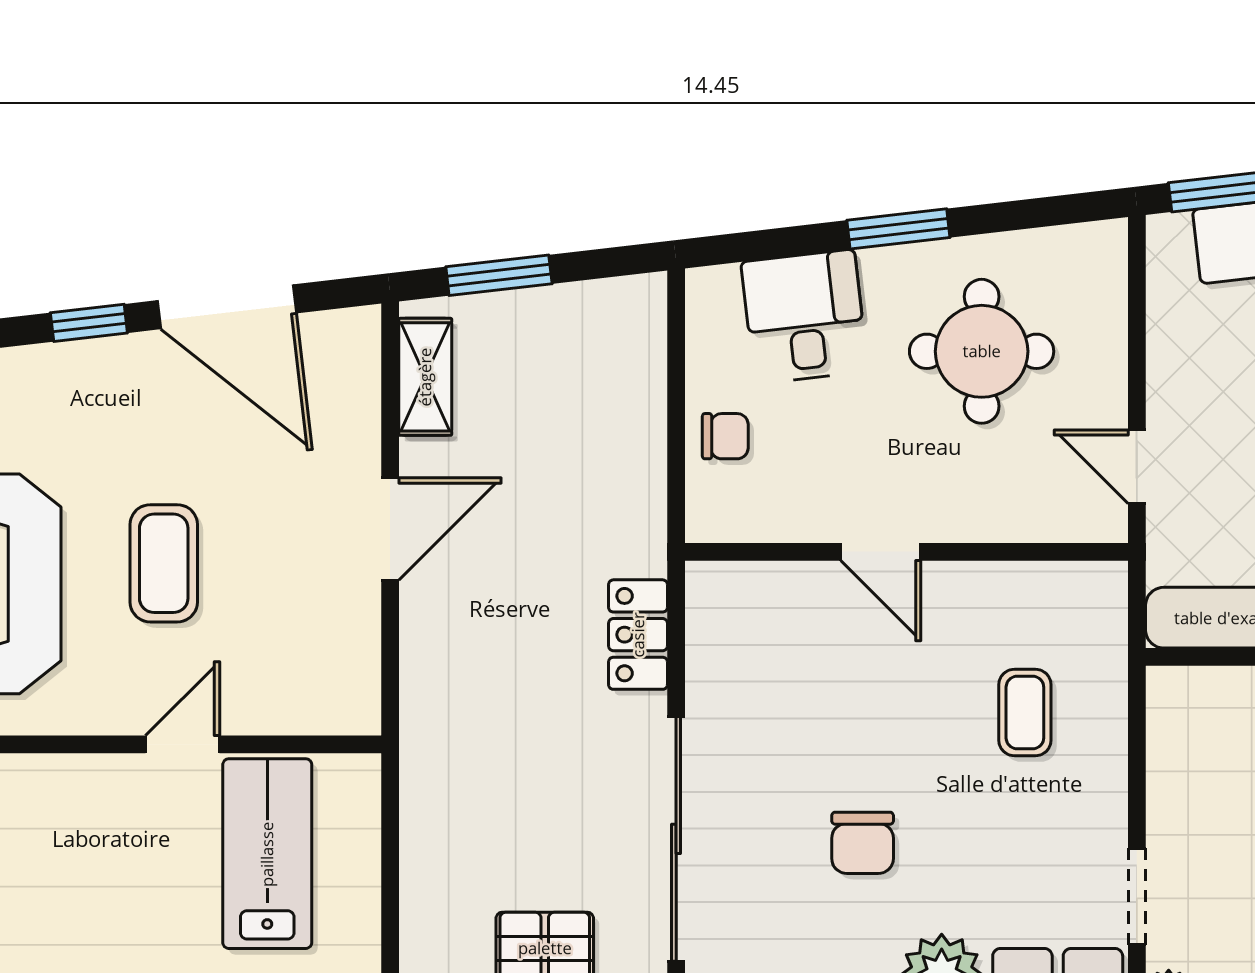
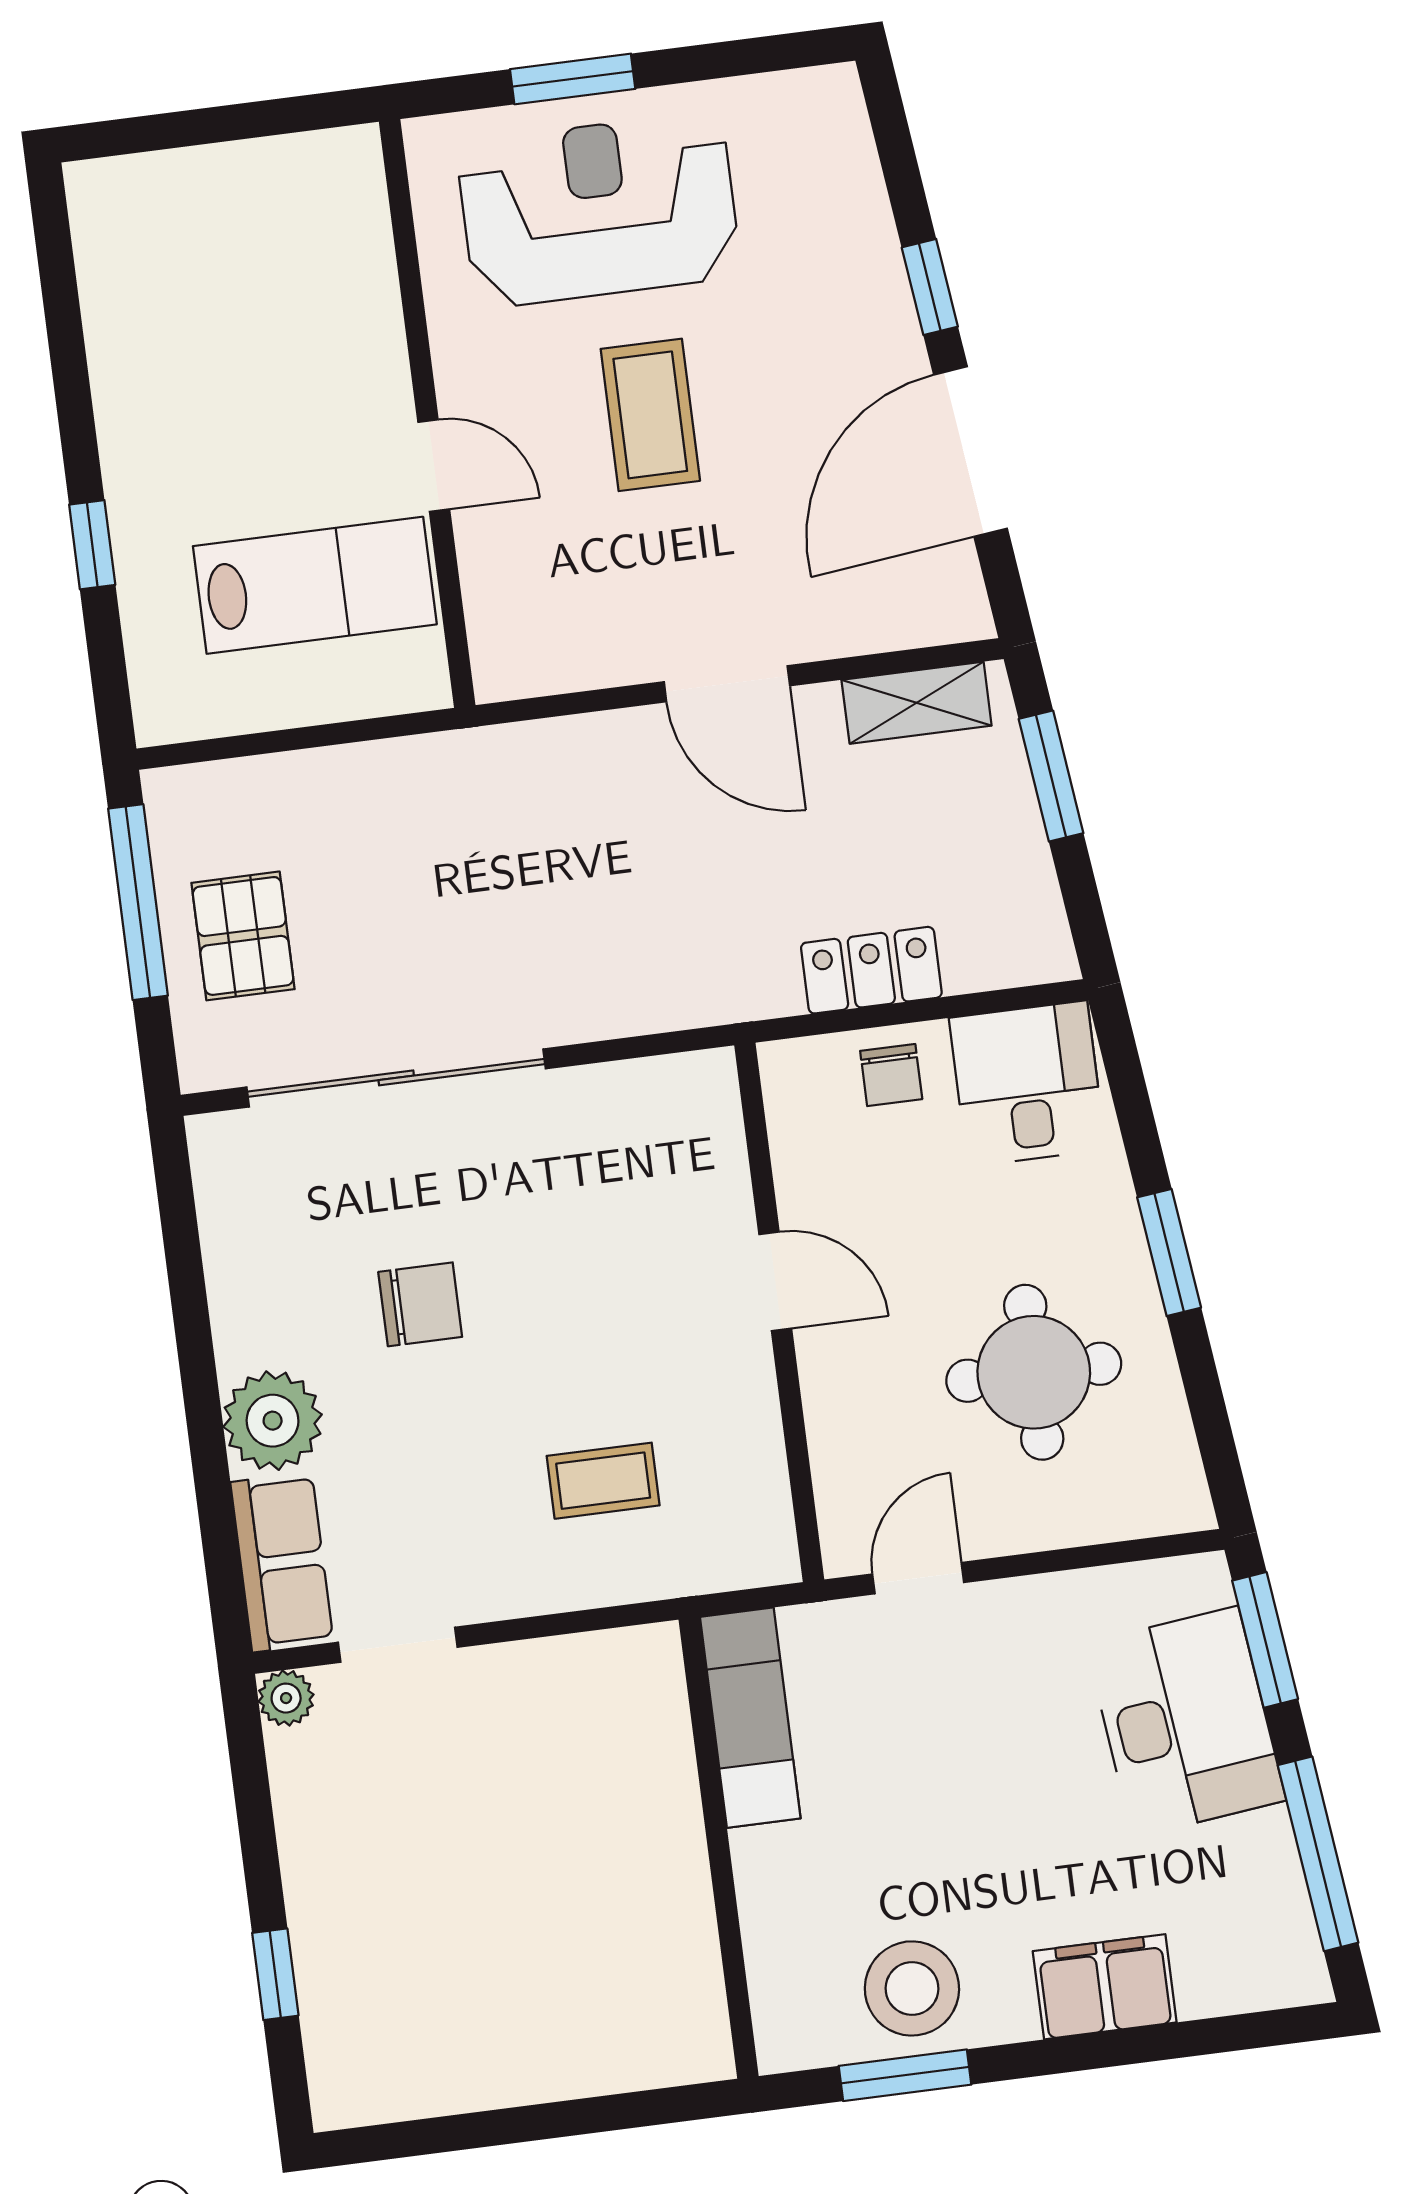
desk: (804, 317) -> (1027, 1084), moved, turned -83
door: (881, 552) -> (775, 1281), swing flipped
coffee table: (164, 563) -> (650, 415), turned 90
locker: (638, 635) -> (871, 970), moved
chair: (863, 843) -> (420, 1304), turned 180

